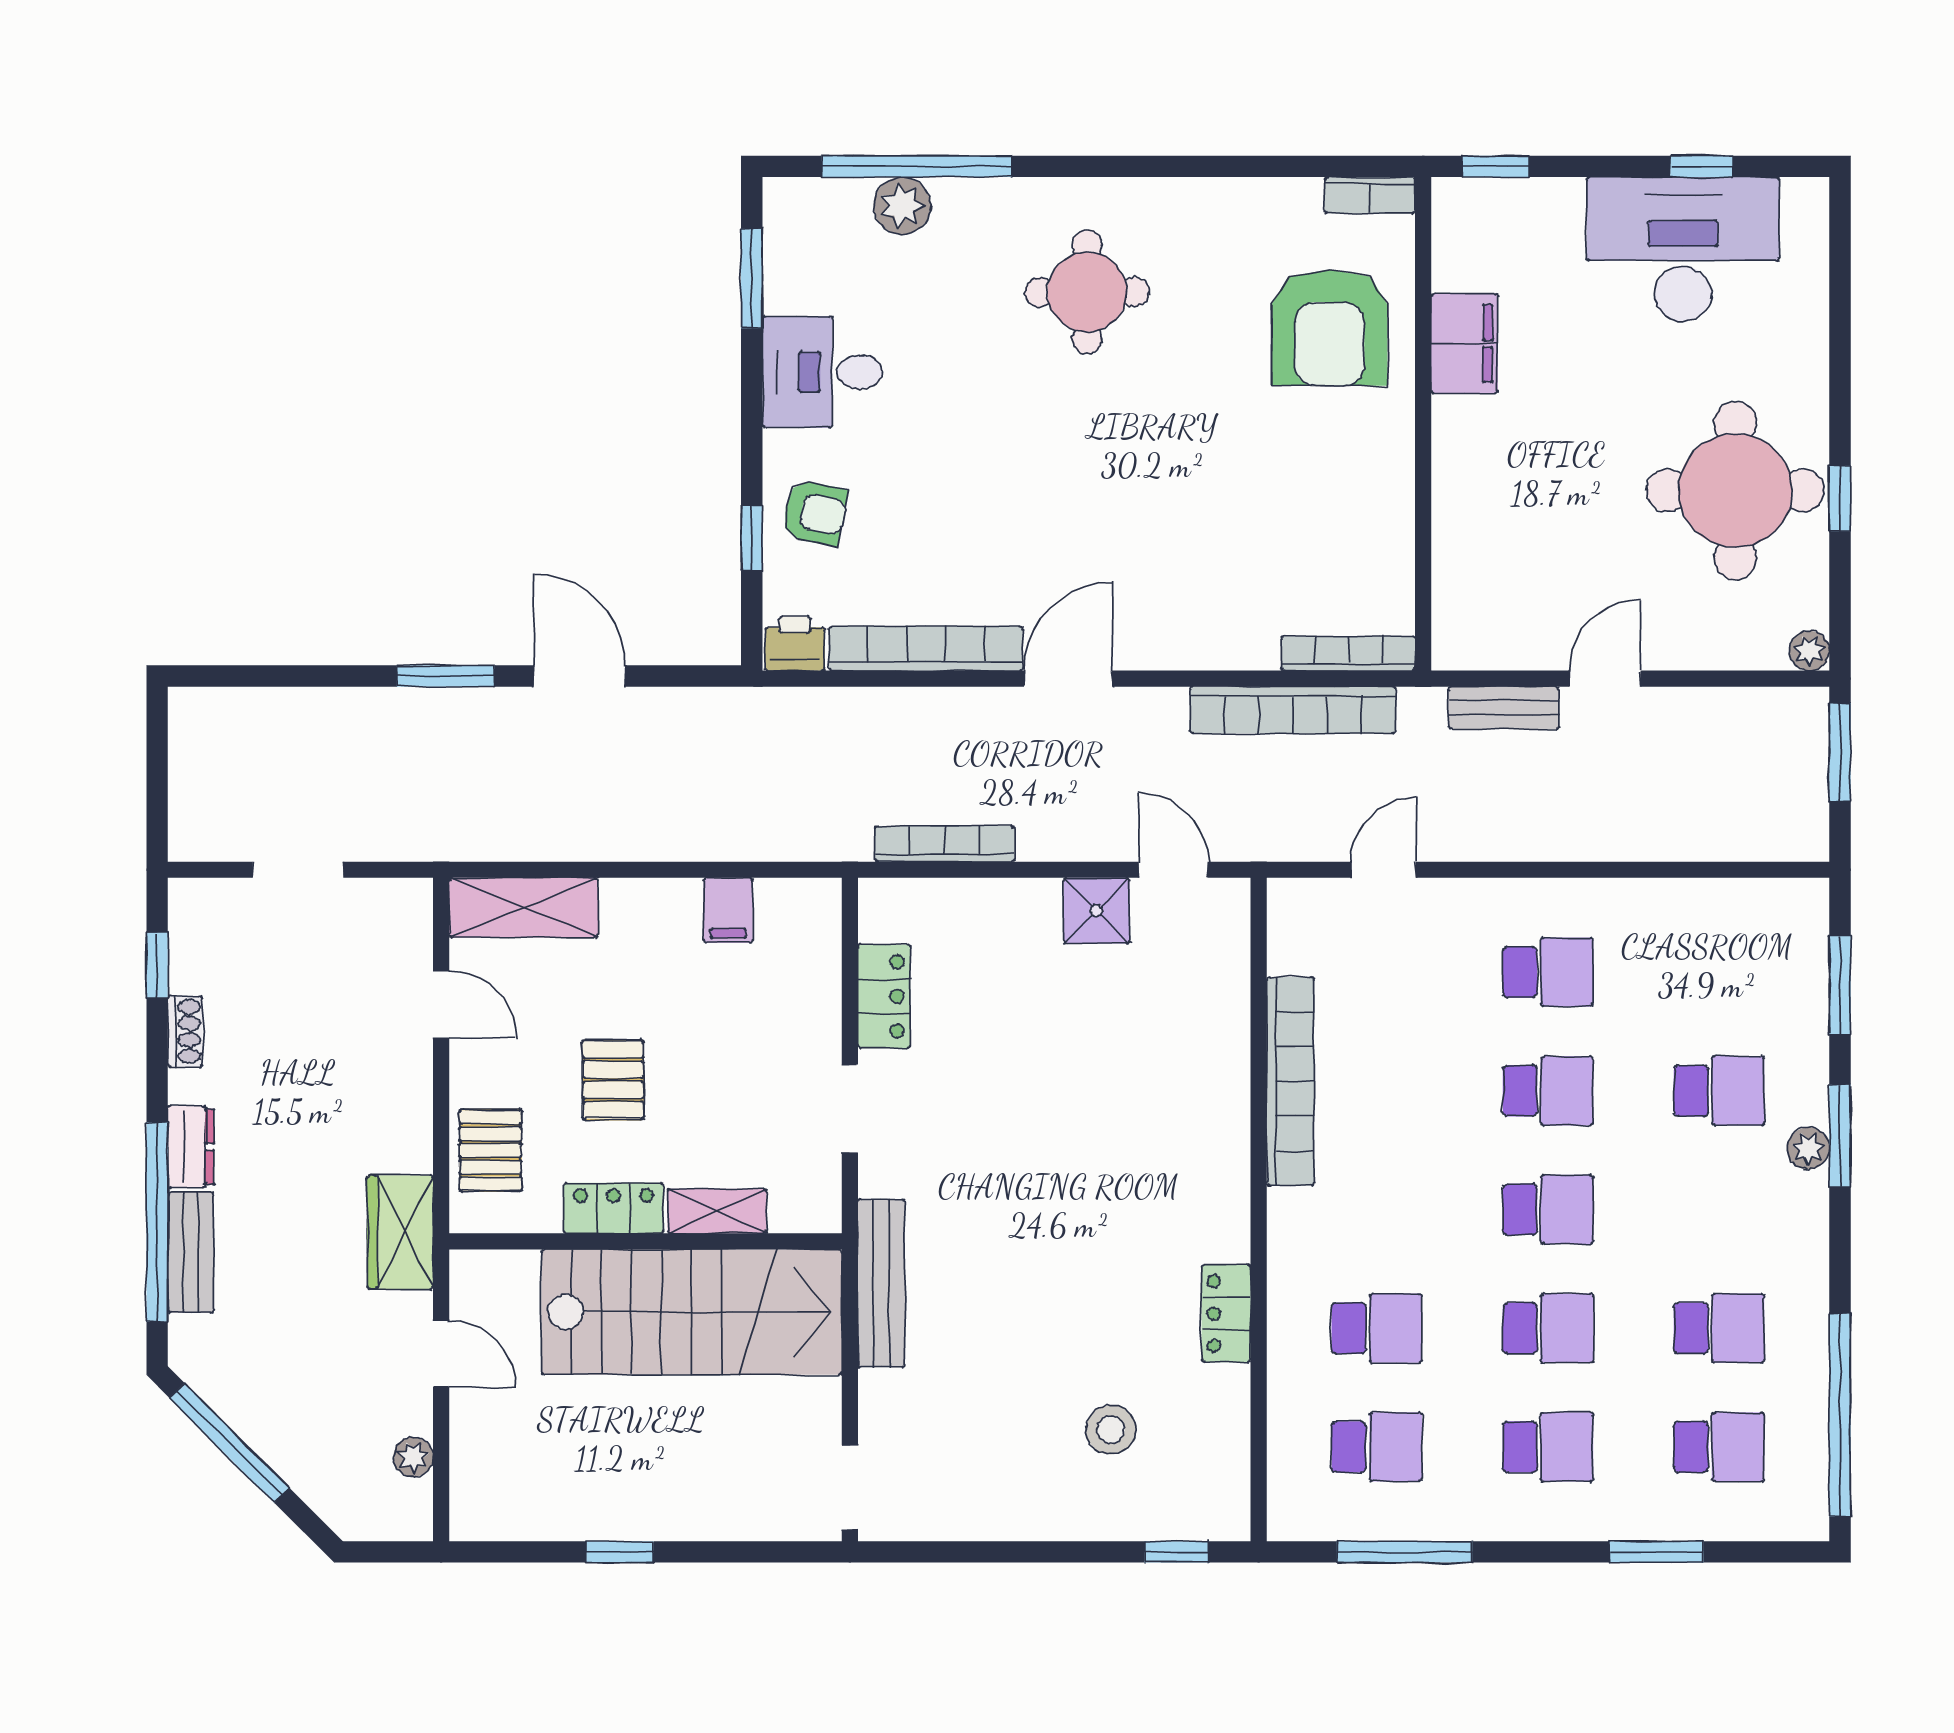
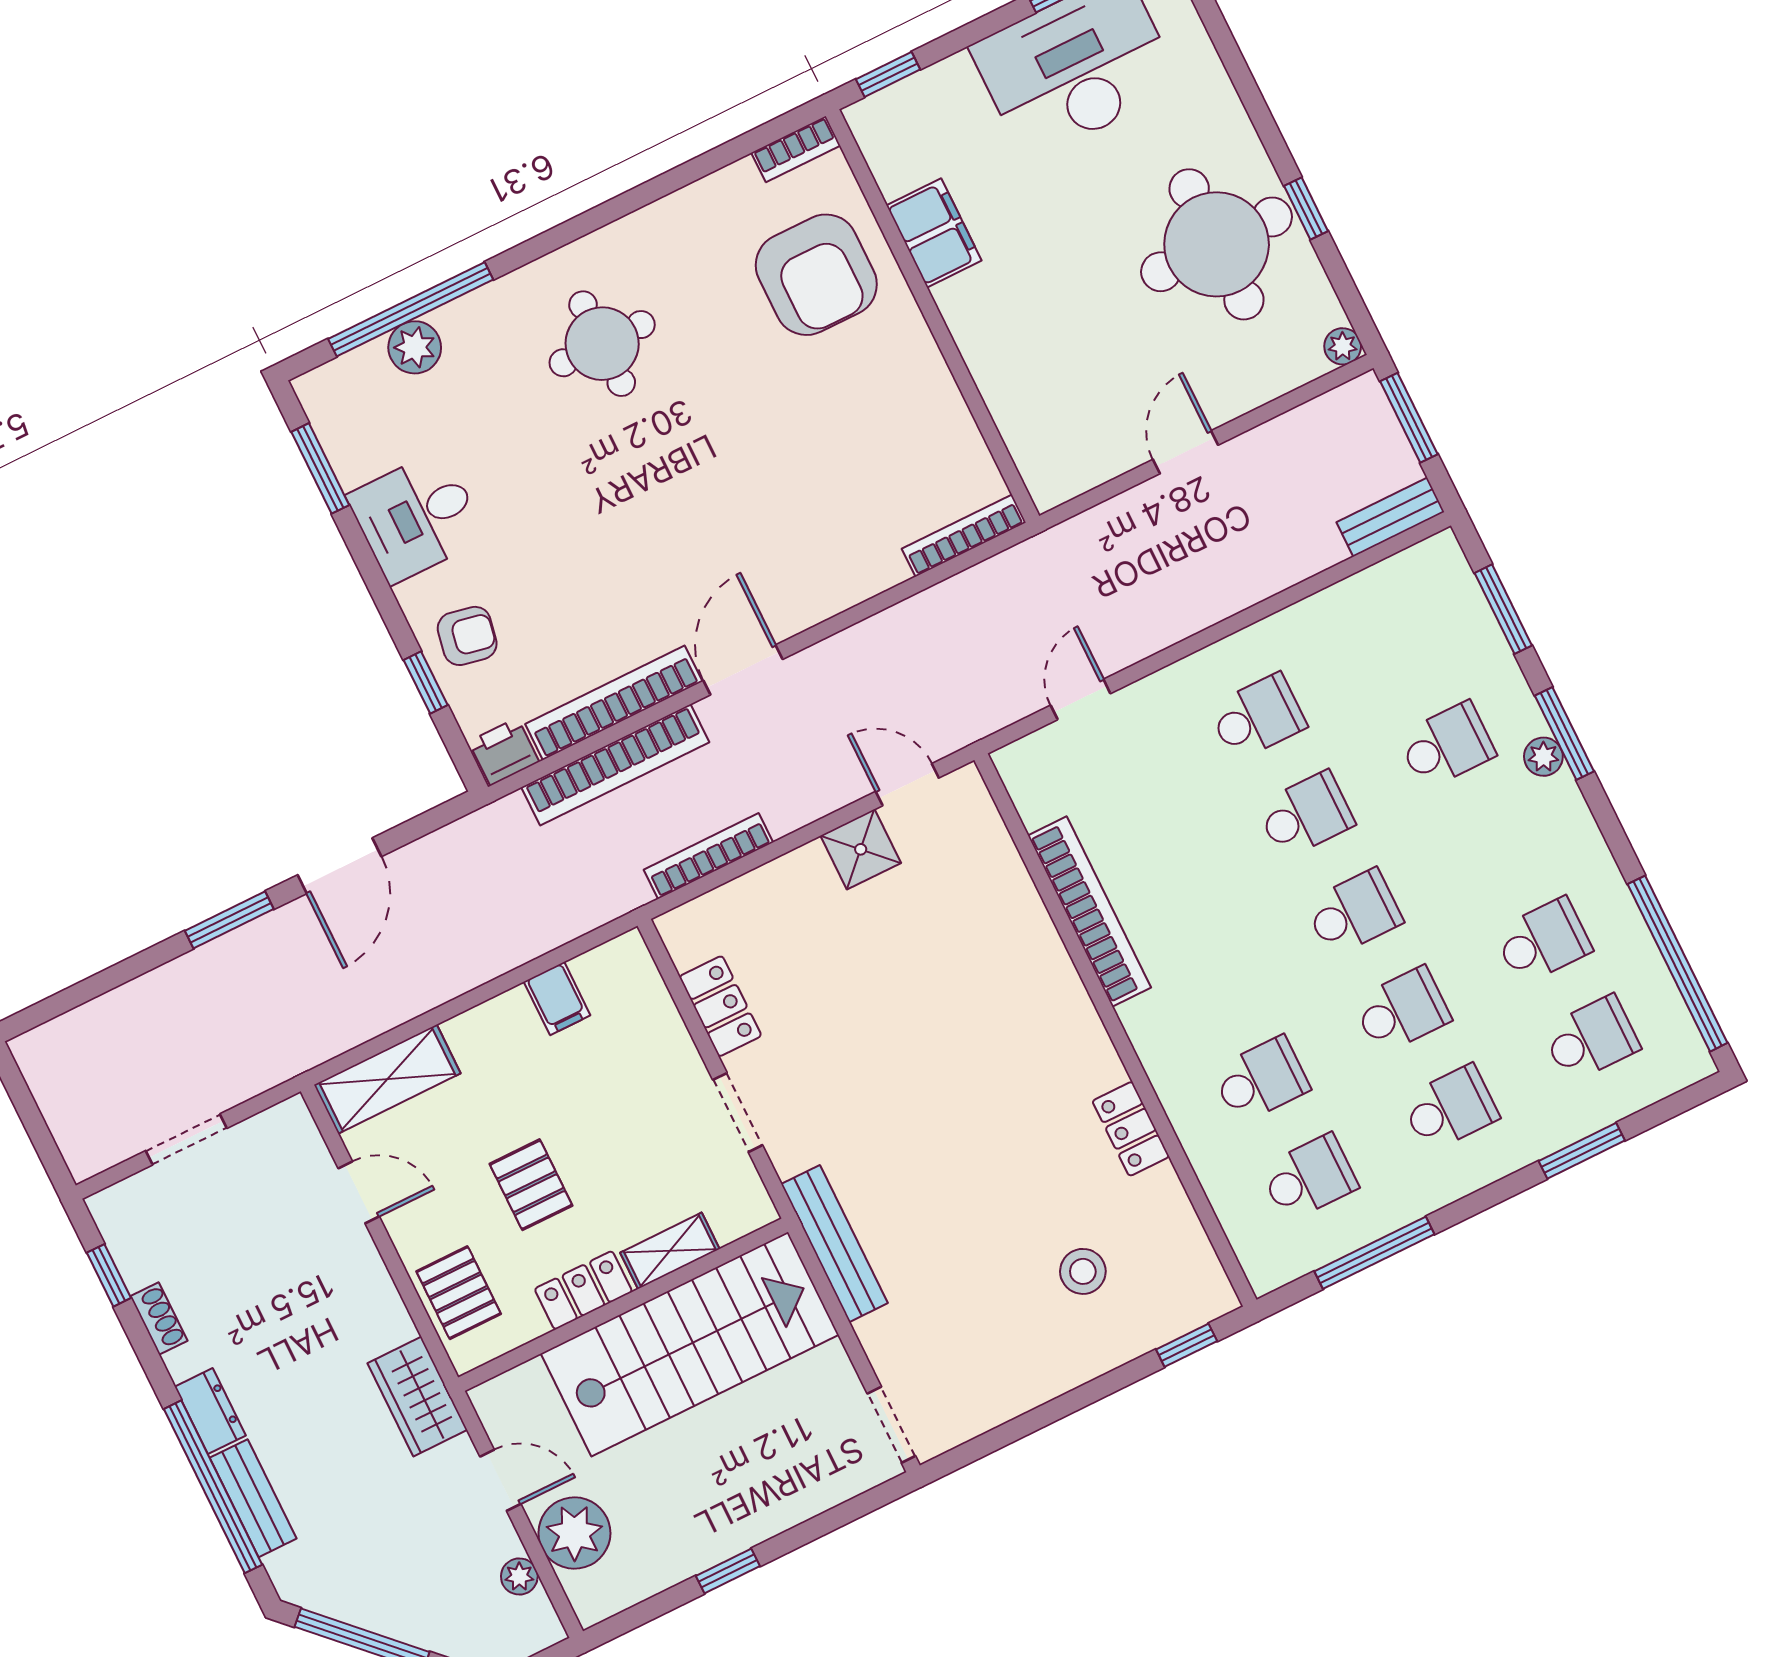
door: (579, 676) -> (339, 866), swing flipped
bench: (1504, 708) -> (1390, 517), moved
bookcase: (1293, 710) -> (615, 765), moved
plant: (488, 1441) -> (574, 1533), added

